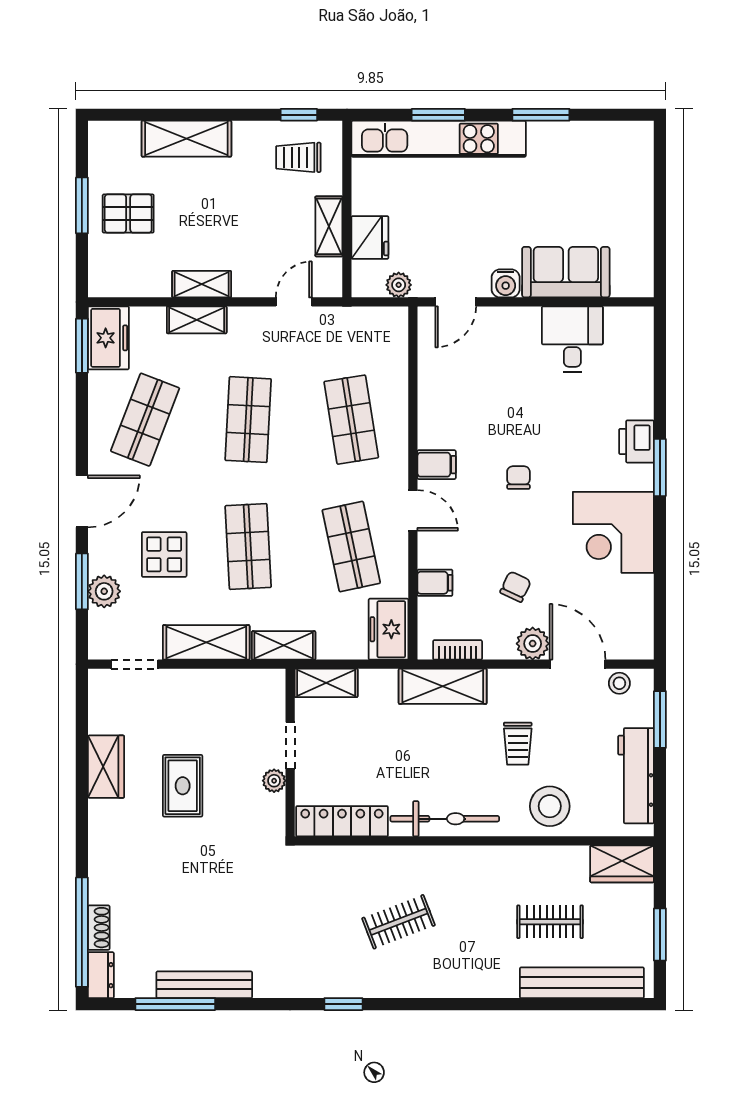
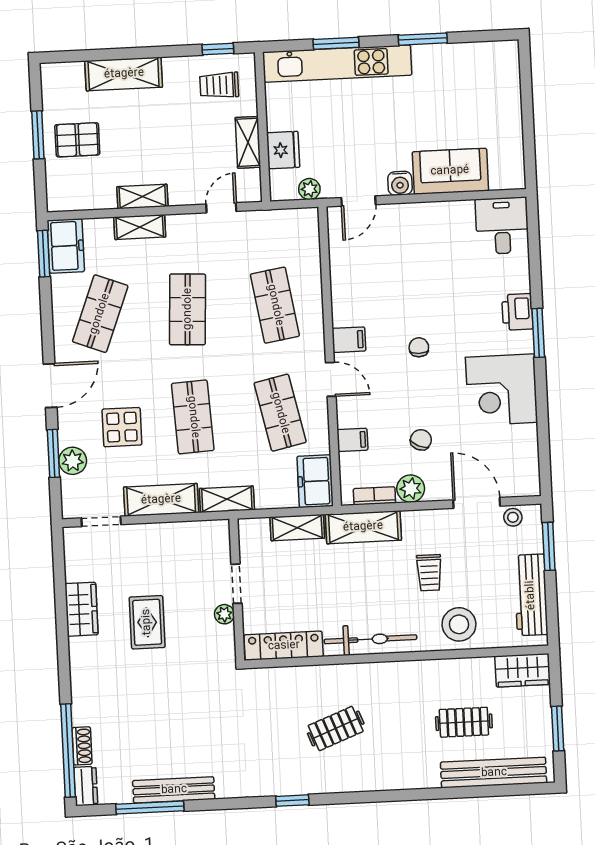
desk: (572, 339) -> (502, 226), moved
plant: (533, 644) -> (411, 489), moved
shelving: (326, 683) -> (297, 528), moved

